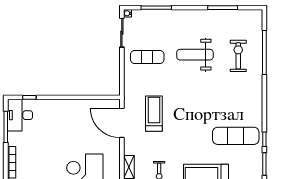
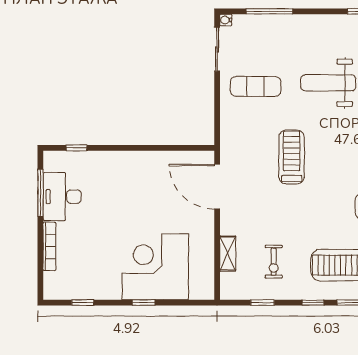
treadmill: (154, 114) -> (292, 157), moved
desk: (20, 115) -> (62, 197), moved

